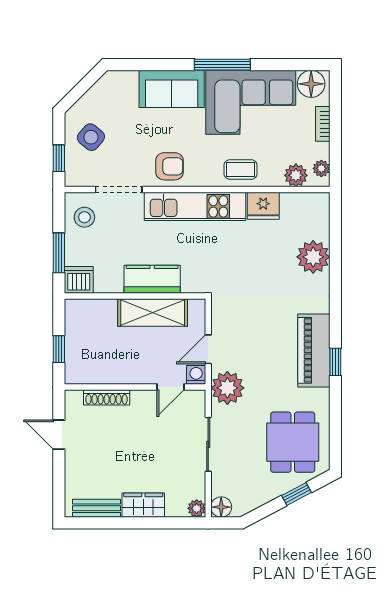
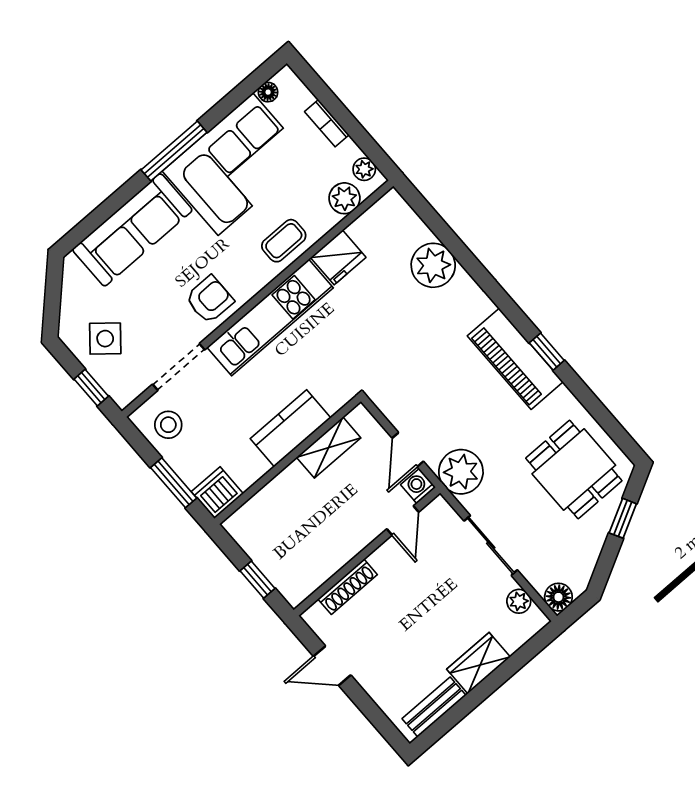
floor lamp: (311, 84) -> (268, 92), width x0.53, depth x0.53
sofa: (172, 89) -> (132, 230), width x1.36
shelving: (153, 313) -> (329, 448), width x0.67, depth x0.75
plant: (197, 508) -> (519, 601), moved

